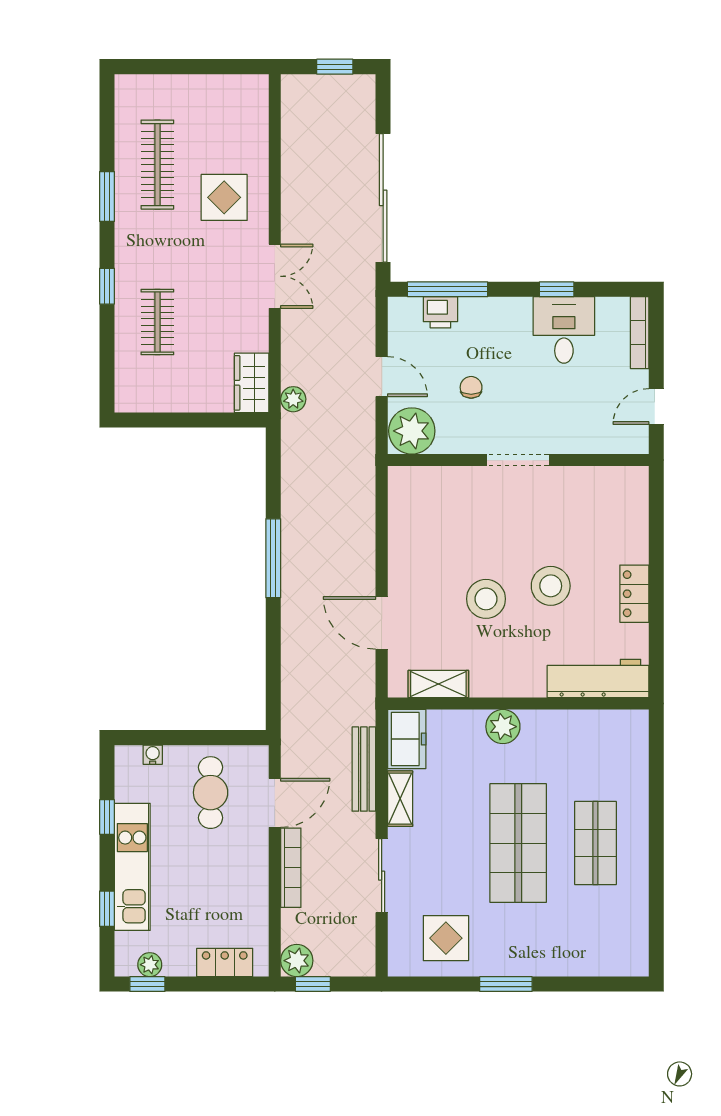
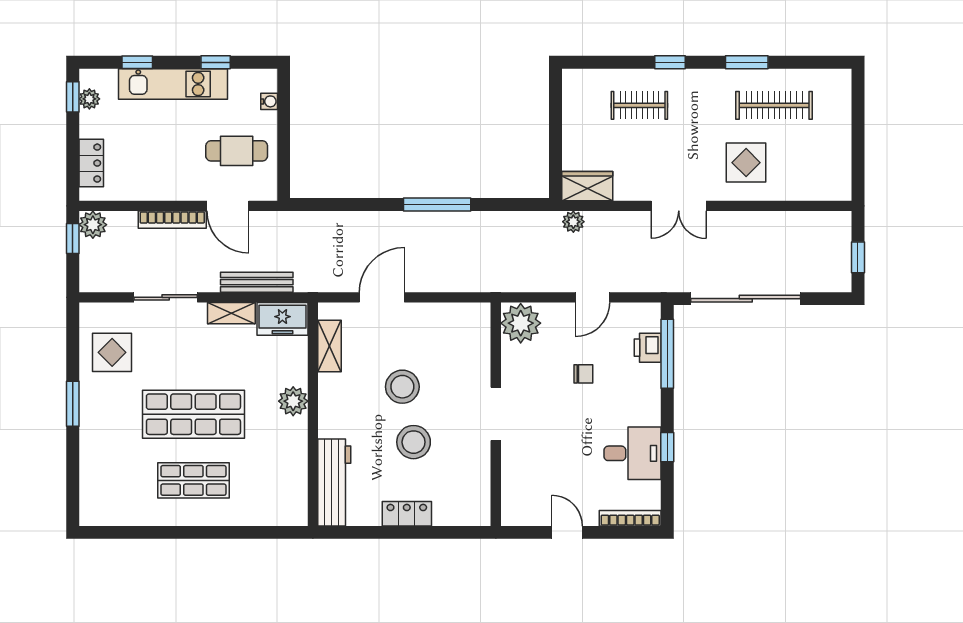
plant: (412, 431) -> (521, 323), moved
doorway: (518, 460) -> (496, 414), moved
wall: (518, 460) -> (496, 414), moved

